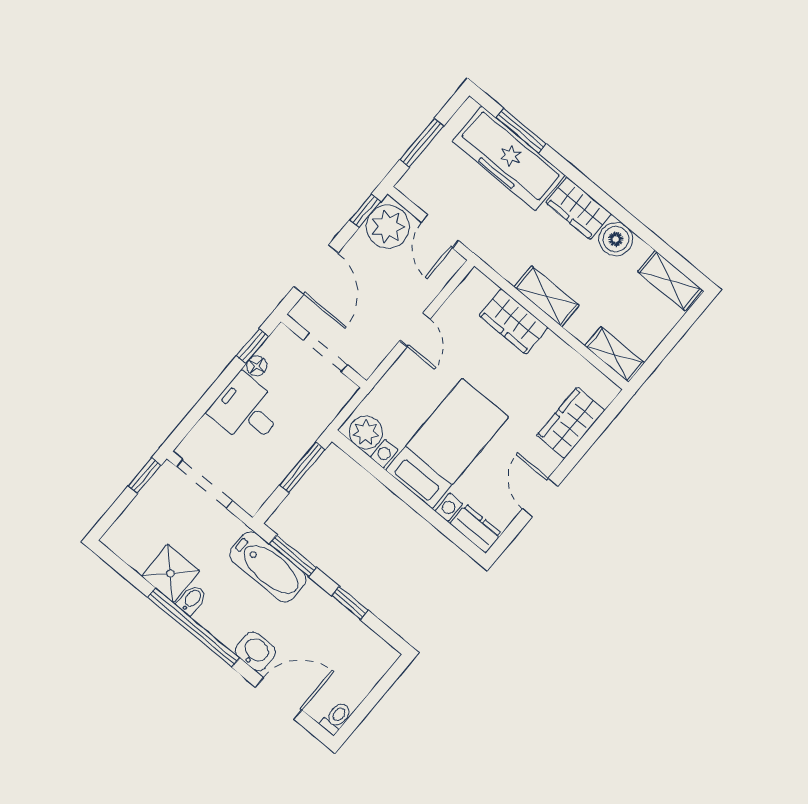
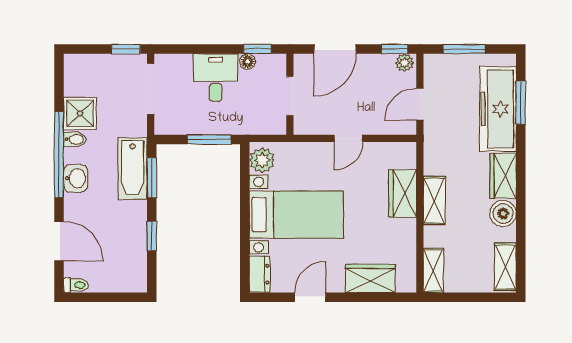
plant: (388, 227) -> (405, 63), width x0.53, depth x0.53
washbasin: (255, 652) -> (76, 178), moved

